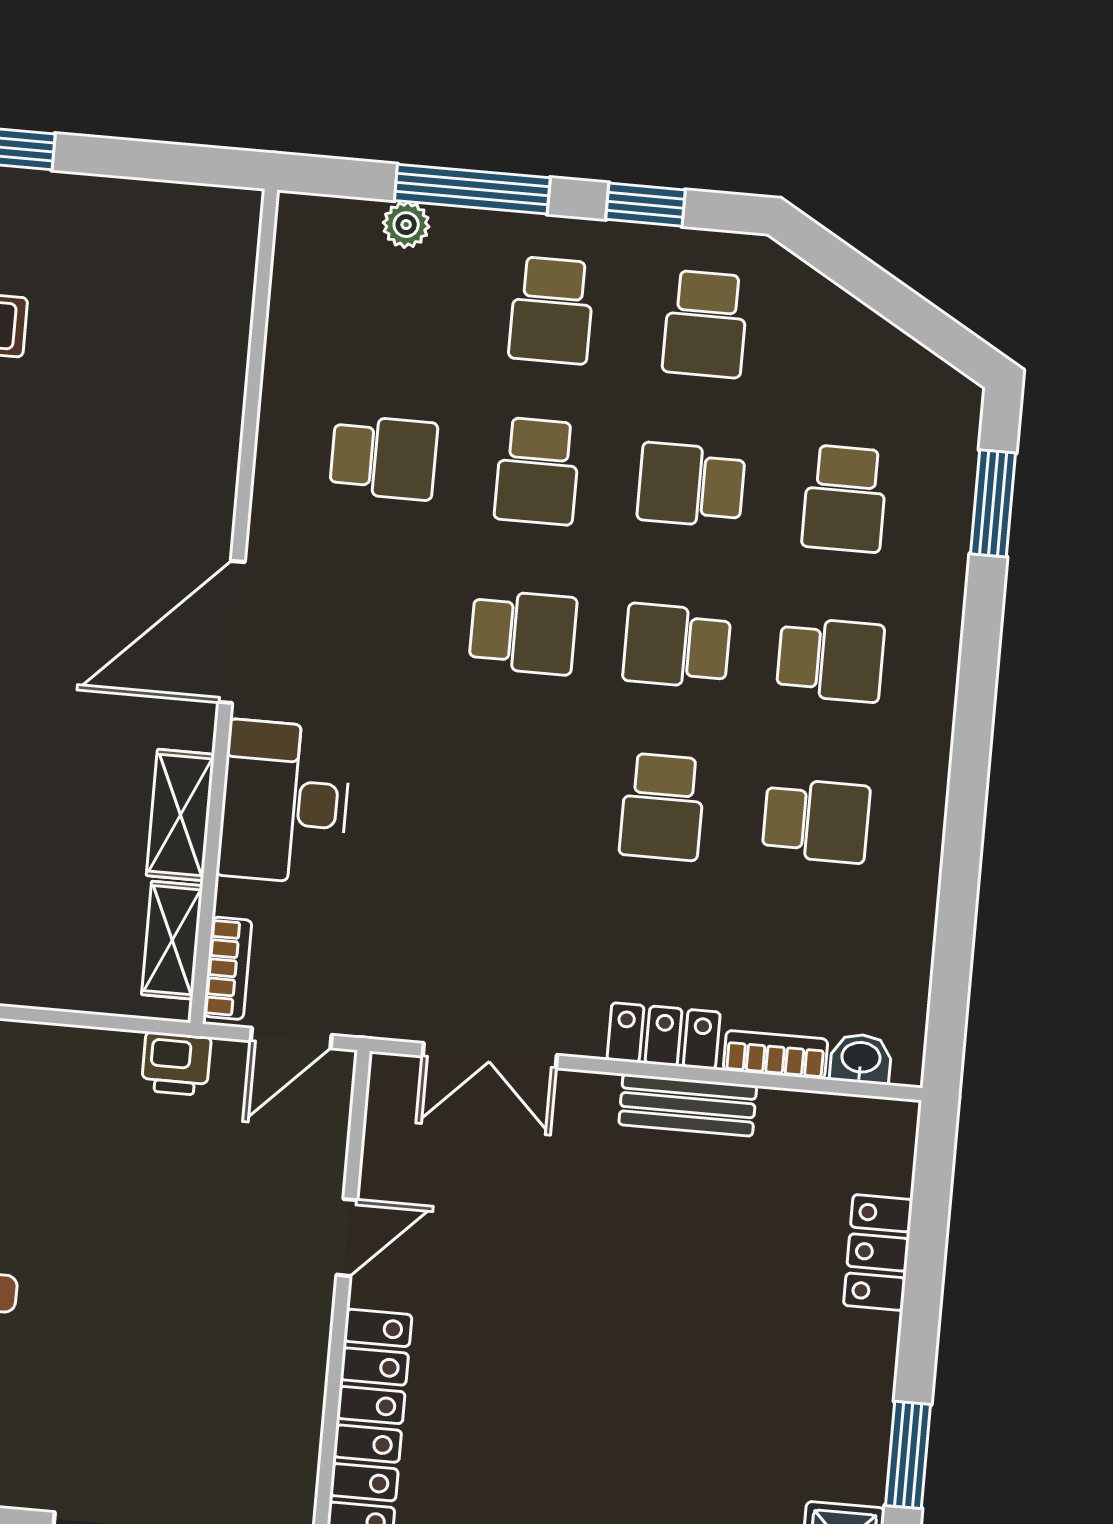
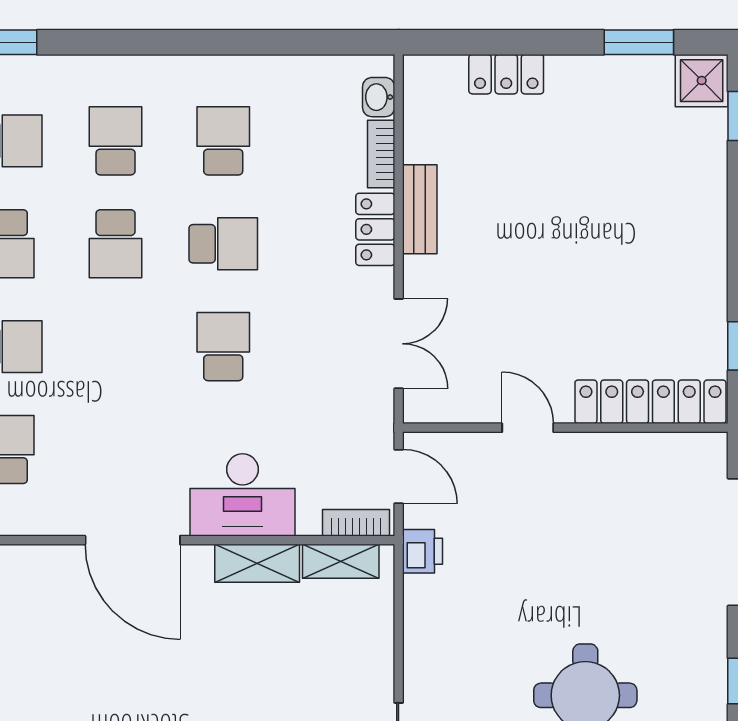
school desk: (523, 632) -> (223, 347), moved

